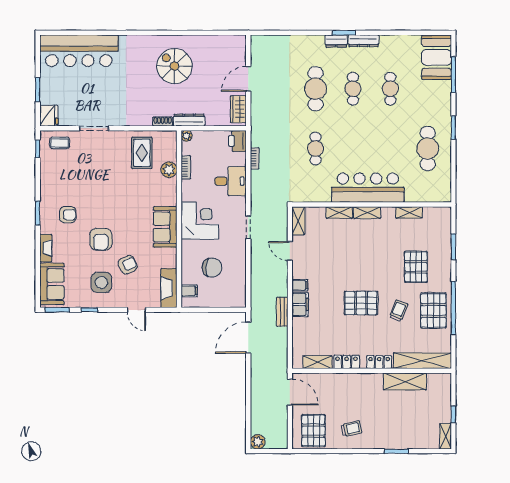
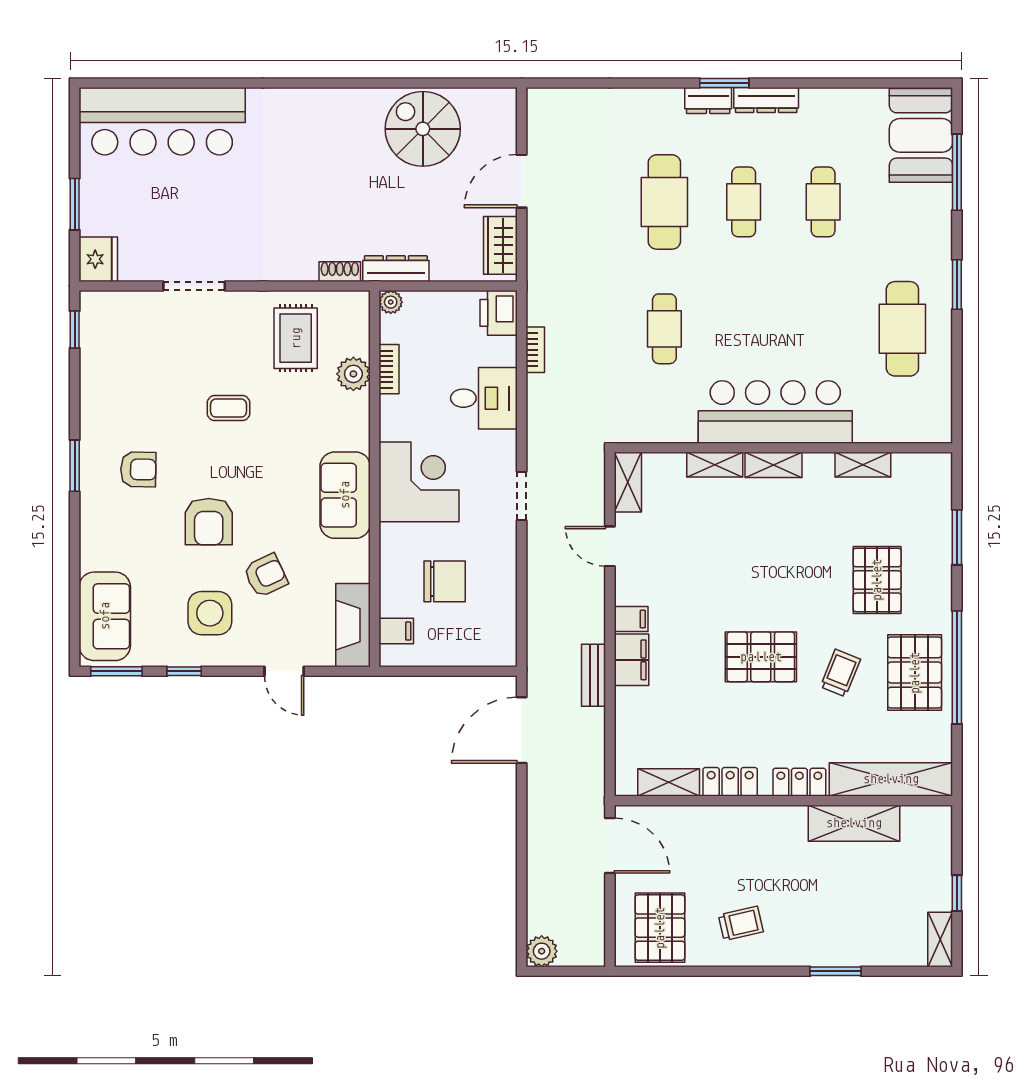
spiral stairs: (174, 66) -> (423, 129), moved
coffee table: (60, 143) -> (229, 408), moved
fireplace: (46, 248) -> (92, 540), removed

